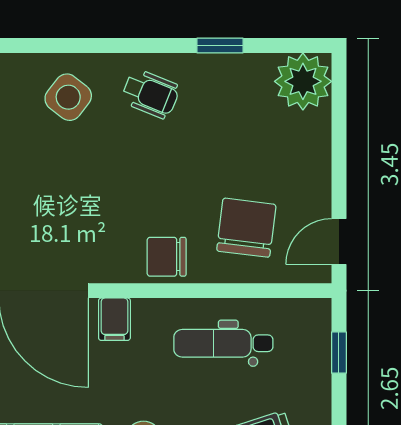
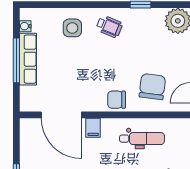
side table: (68, 97) -> (72, 28), turned -38
dental chair: (223, 343) -> (142, 139), turned 180

